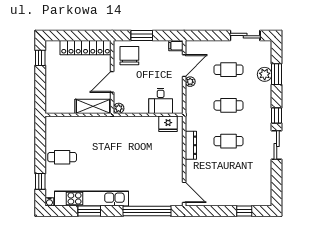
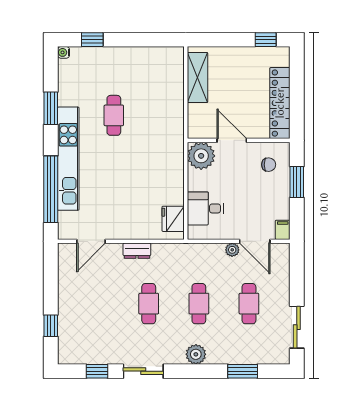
chair: (129, 56) -> (269, 165), width x0.54, depth x0.54
plant: (265, 74) -> (196, 354), moved
shelving: (93, 106) -> (198, 78), moved
plant: (119, 108) -> (201, 156), width x1.87, depth x1.87
window: (277, 115) -> (97, 371), moved
dresser: (191, 145) -> (137, 251), width x0.70
cafe table: (62, 157) -> (114, 115), moved
door: (184, 192) -> (91, 241), moved
kitchen unit: (92, 198) -> (68, 159), moved

